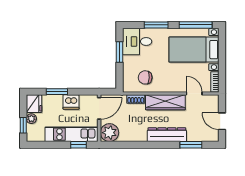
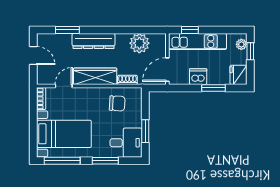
door: (194, 93) -> (64, 86), swing flipped
plant: (31, 119) -> (241, 44), moved
plant: (109, 133) -> (139, 43), moved

